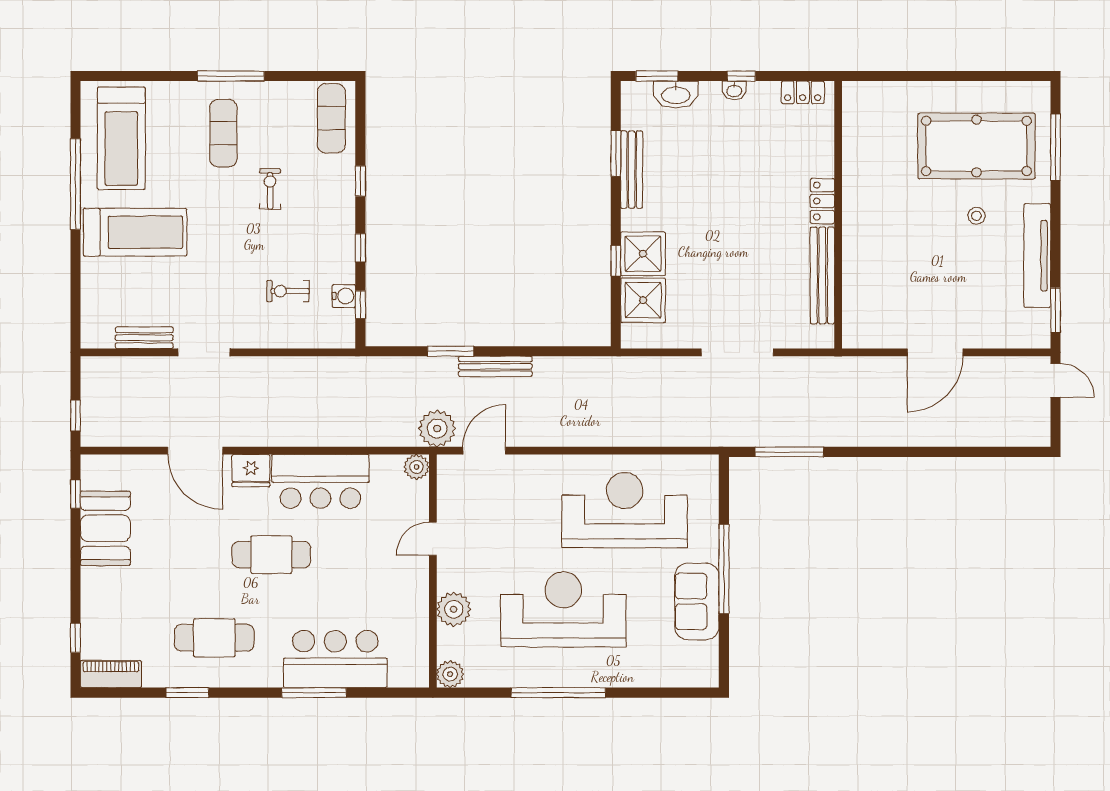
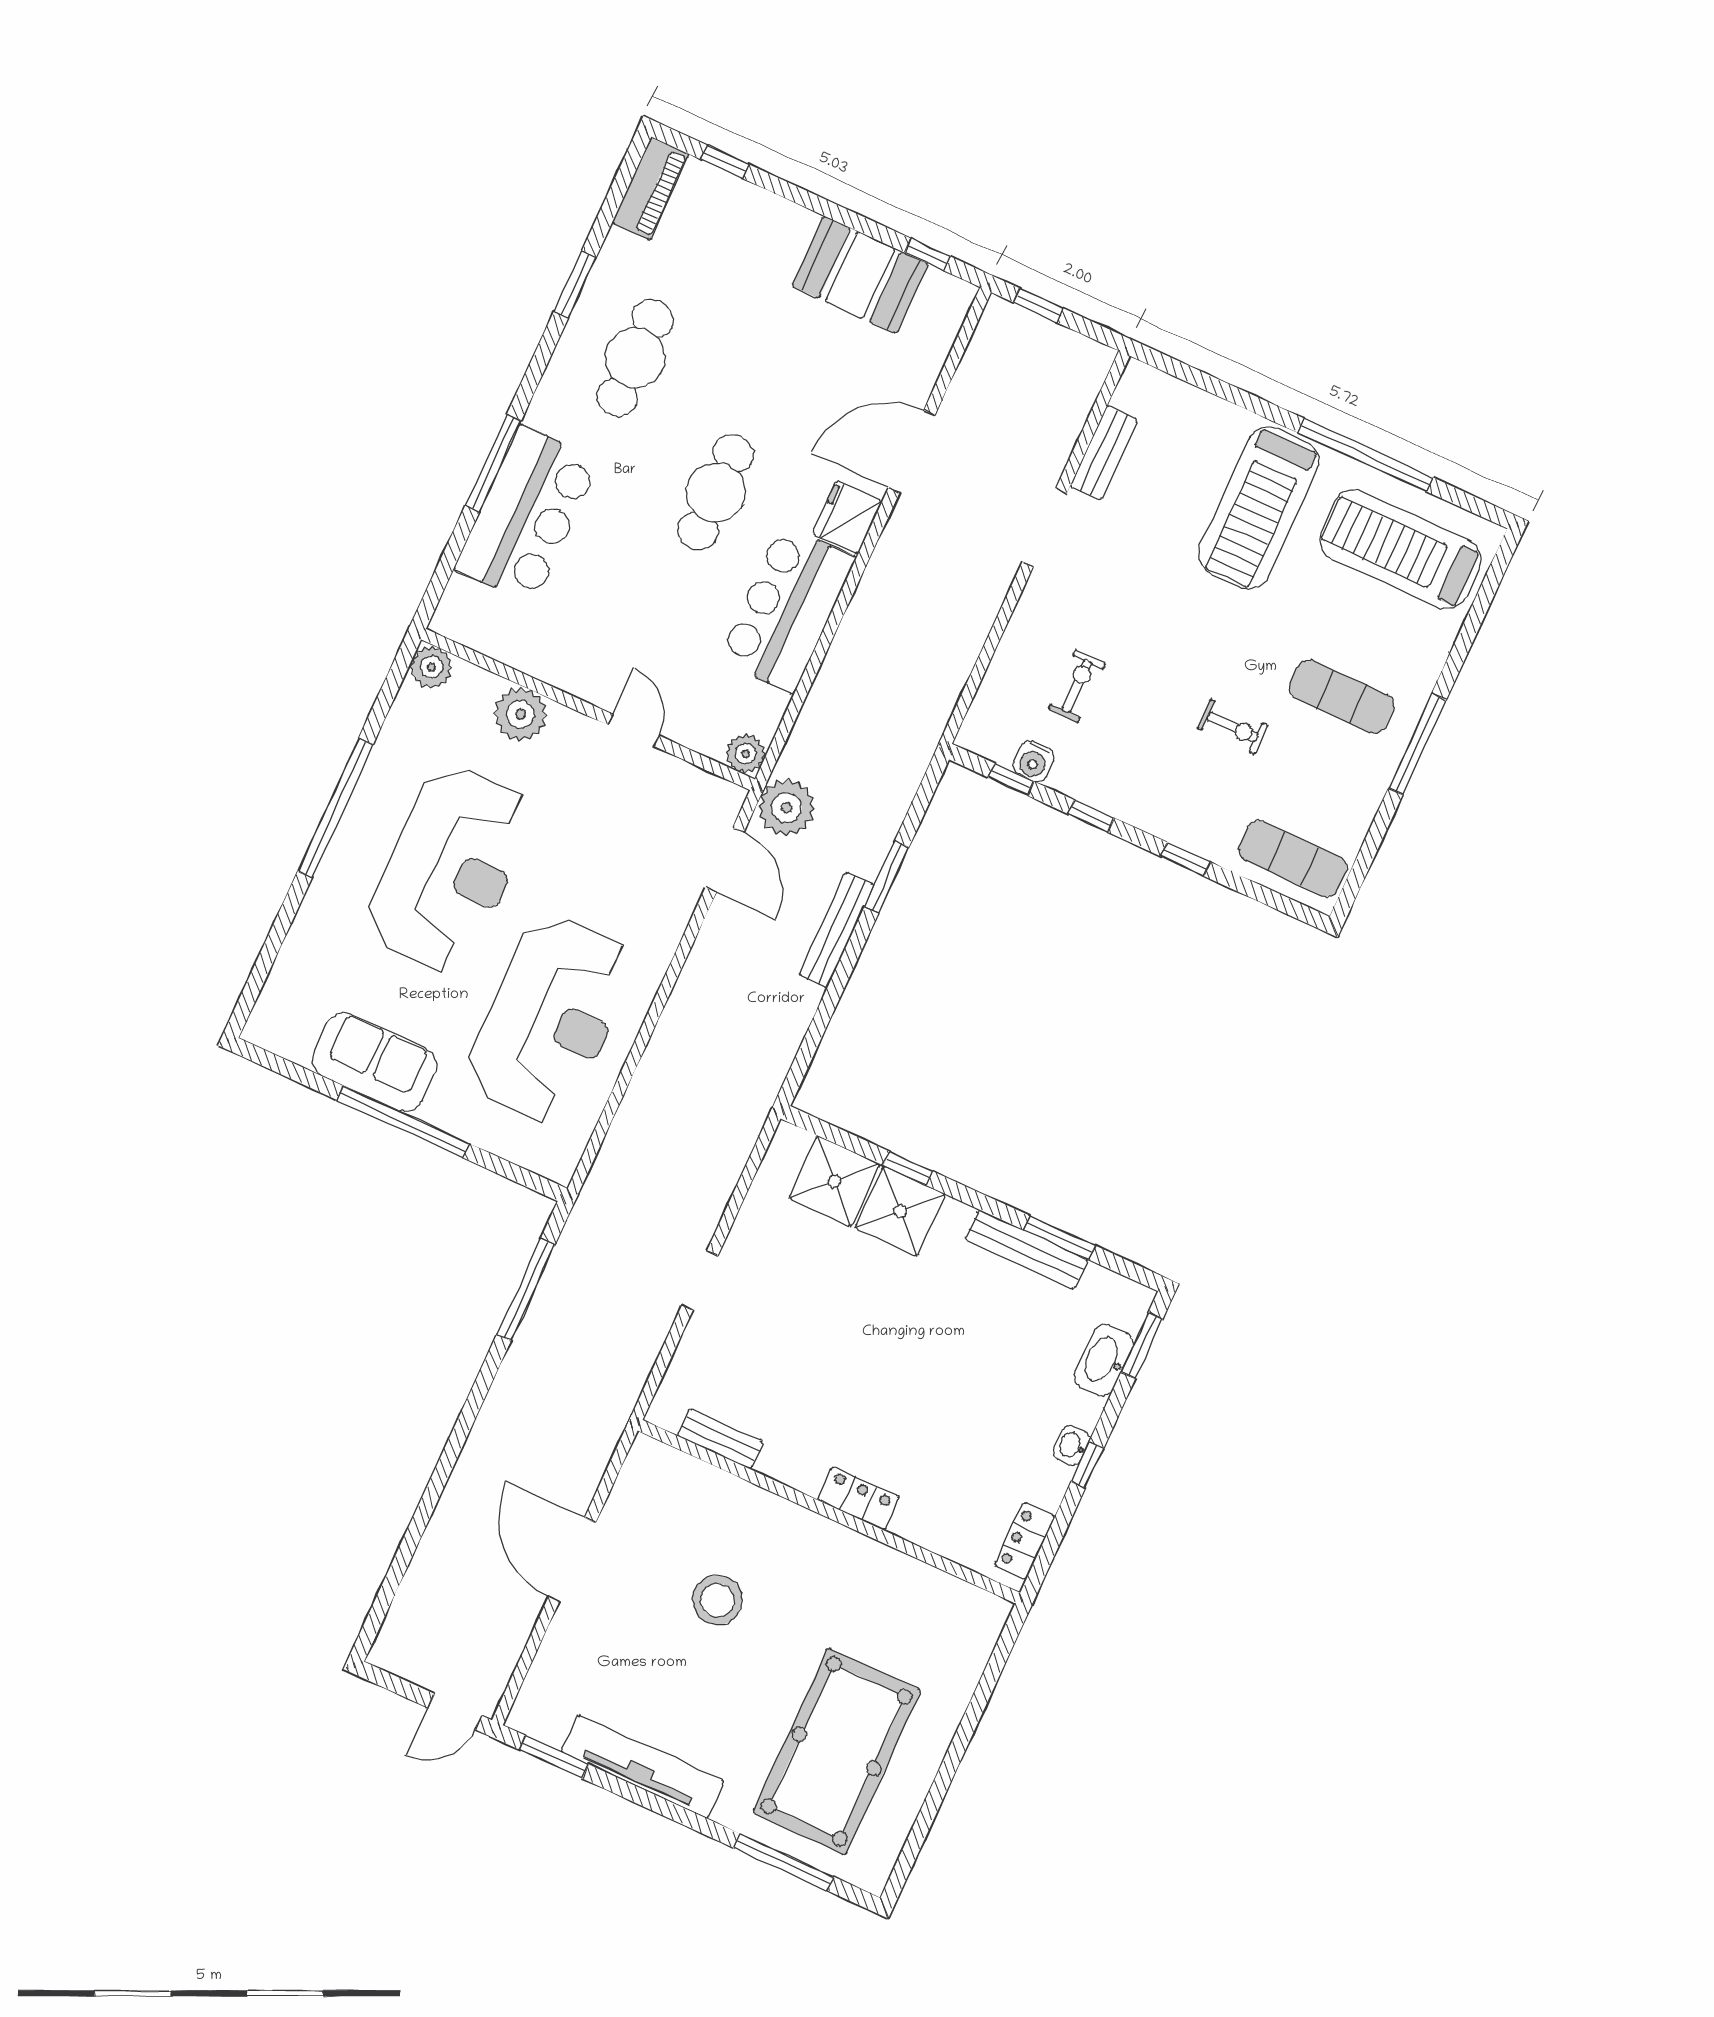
stool: (976, 216) -> (718, 1600), moved, width x1.89, depth x1.89
bench: (822, 275) -> (720, 1439), width x0.54, depth x0.82
doorway: (737, 352) -> (700, 1280), width x0.53

